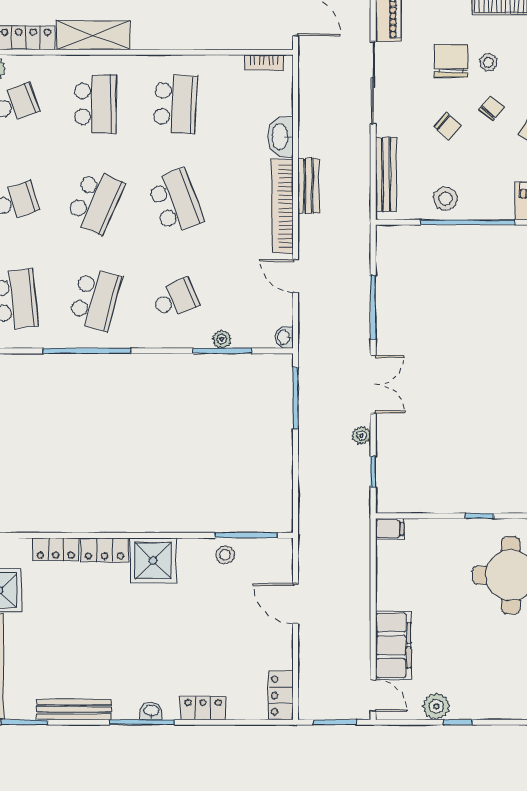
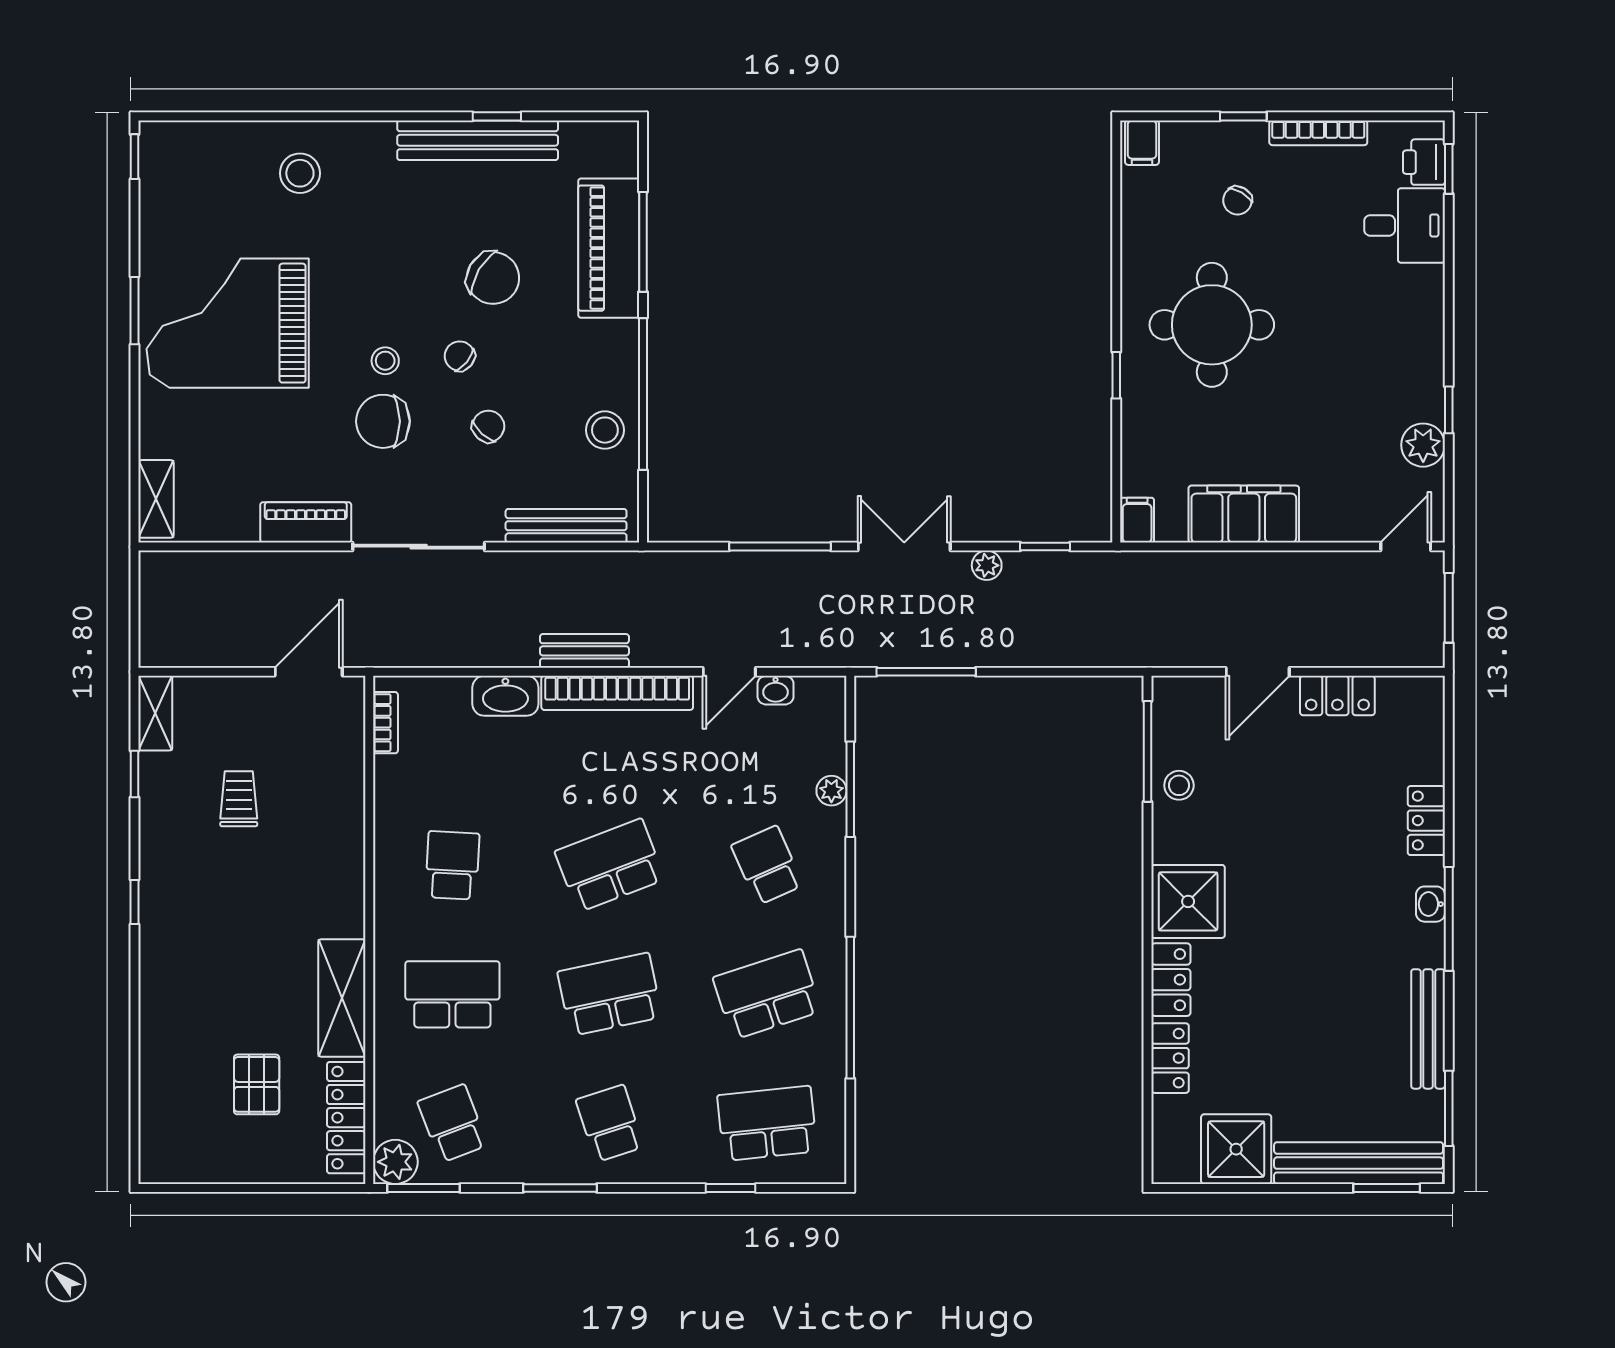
school desk: (175, 104) -> (452, 865), width x0.54
school desk: (95, 202) -> (610, 994), turned -36
school desk: (95, 299) -> (767, 994), turned -33
washbasin: (284, 337) -> (776, 690), moved
filing cabinet: (393, 645) -> (1244, 514), moved
locker: (281, 695) -> (1337, 696), moved

